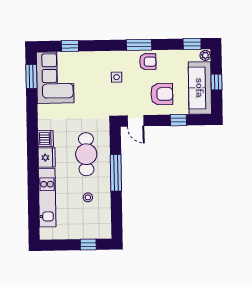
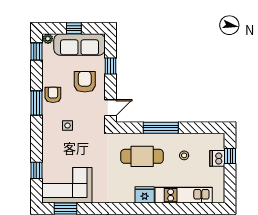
dishwasher: (46, 139) -> (217, 158), moved, turned -90

